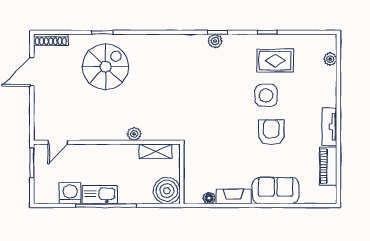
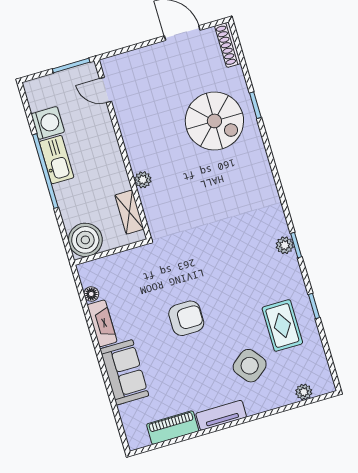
side table: (266, 95) -> (250, 366), moved, turned -38
armchair: (271, 132) -> (186, 318), moved

